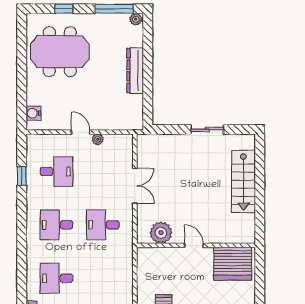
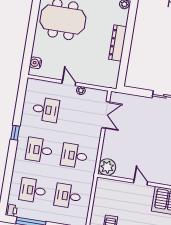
window: (22, 176) -> (15, 133), moved
double door: (135, 186) -> (106, 115), moved
plant: (161, 233) -> (107, 167), moved
desk: (103, 278) -> (68, 196), added

